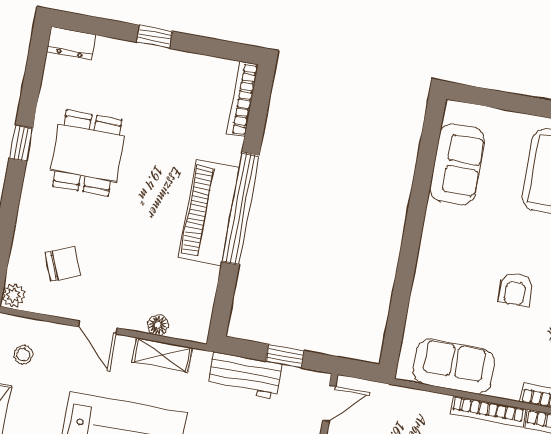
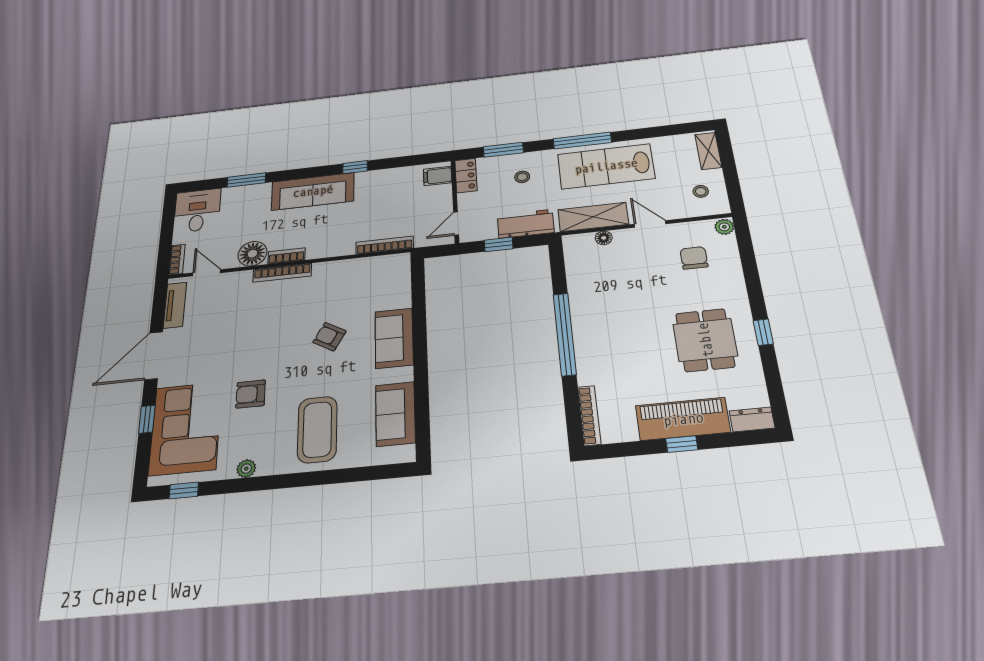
piano: (209, 213) -> (683, 419), moved, turned -90
chair: (63, 264) -> (694, 258), turned 112
armchair: (515, 289) -> (329, 337), turned -60
shelving: (162, 355) -> (593, 217), width x1.50, depth x1.33
sofa: (454, 367) -> (394, 338), moved, turned 90
bookcase: (488, 411) -> (385, 245), moved

